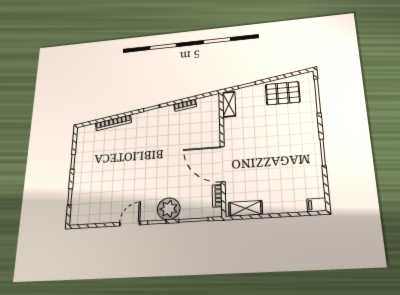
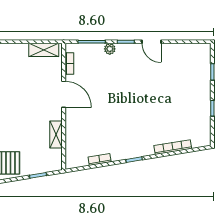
shelving: (229, 104) -> (56, 134), moved
door: (223, 164) -> (64, 94), width x0.73
plant: (169, 209) -> (110, 49), width x0.53, depth x0.53
door: (130, 224) -> (152, 42), hinge flipped

